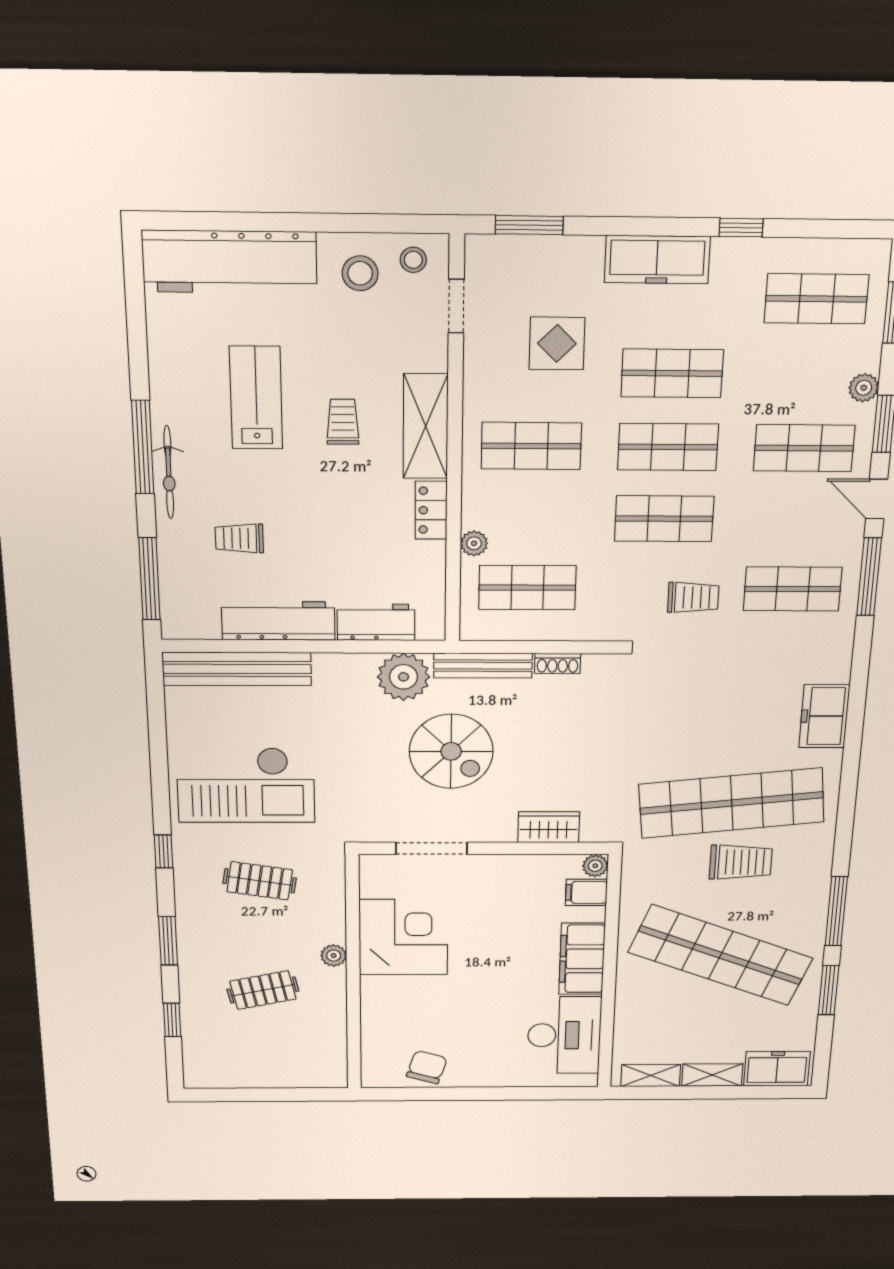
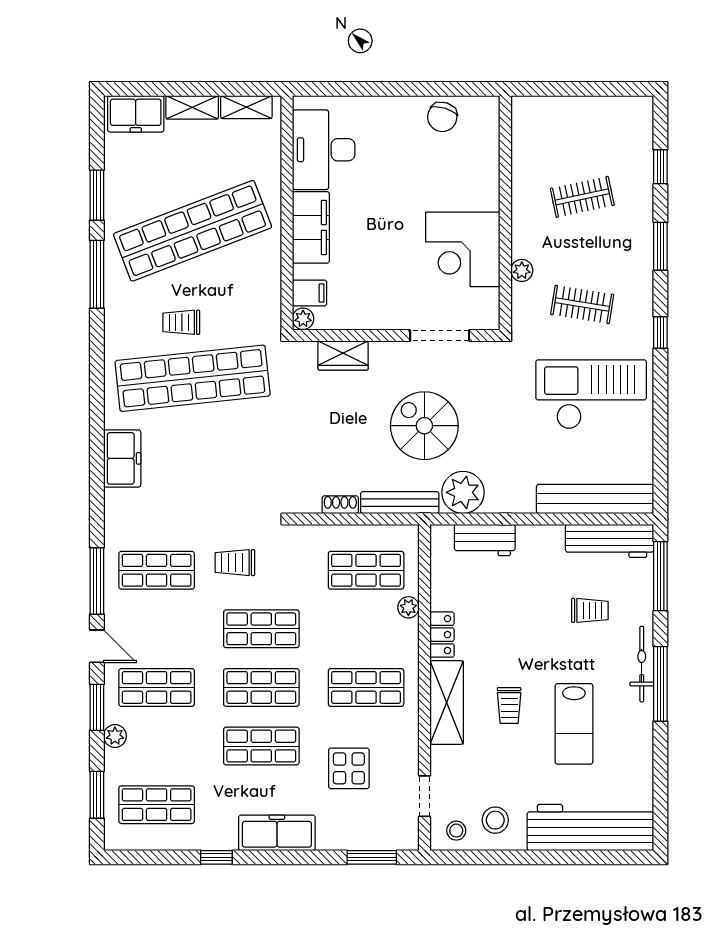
workbench: (278, 621) -> (610, 541), moved
trolley: (741, 862) -> (181, 322), width x0.73, depth x0.72
shop shelf: (721, 955) -> (193, 231), turned -42
plant: (334, 956) -> (522, 270), moved

